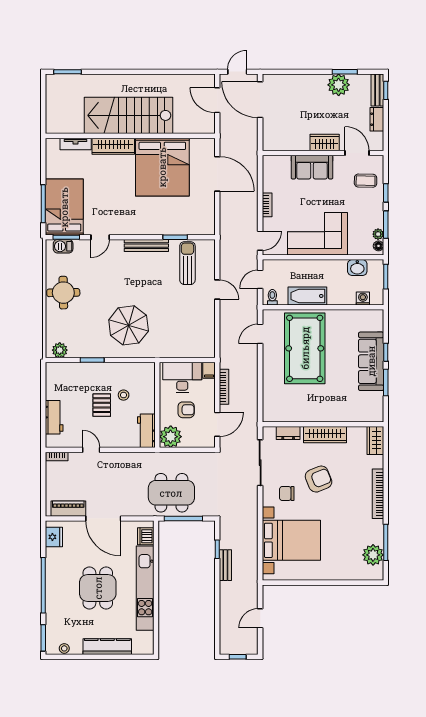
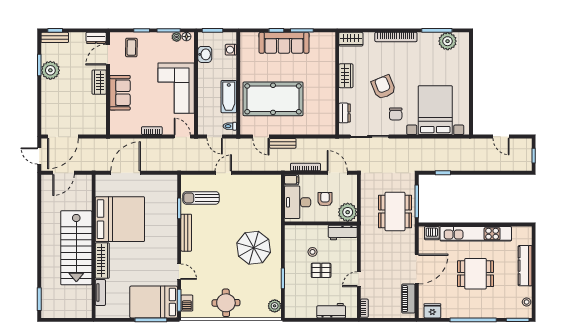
dresser: (377, 119) -> (96, 38), moved
wardrobe: (325, 435) -> (346, 76), width x0.67
bench: (225, 565) -> (283, 143), moved

